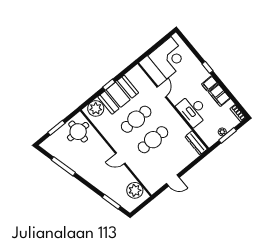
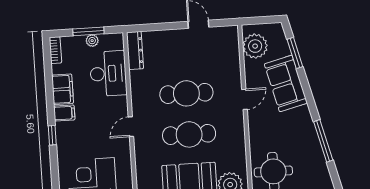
door: (162, 92) -> (131, 127), moved
desk: (193, 110) -> (108, 74), moved
door: (120, 158) -> (244, 99), hinge flipped
sofa: (105, 182) -> (286, 83), added

